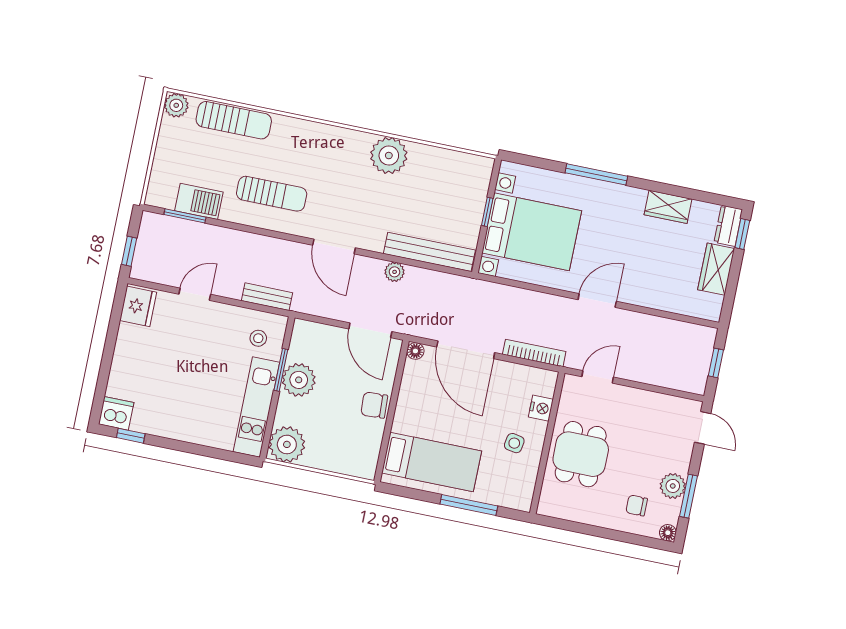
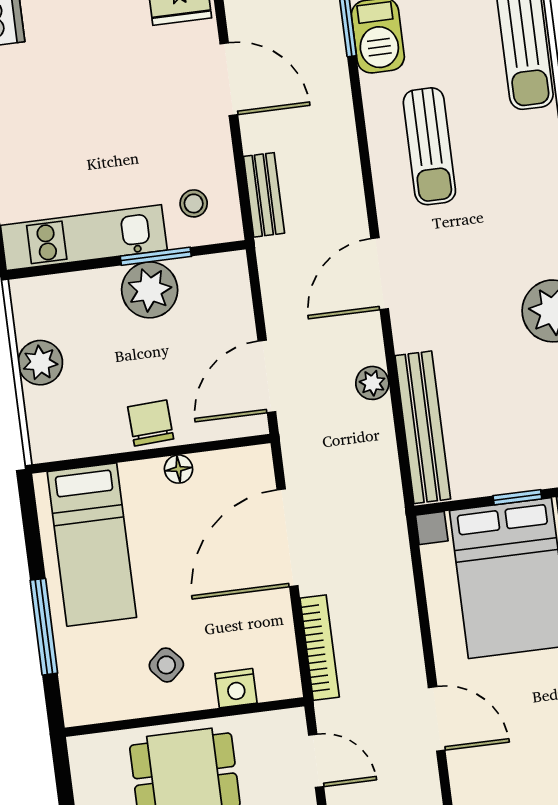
door: (195, 294) -> (229, 79), width x1.37
floor lamp: (415, 351) -> (179, 469), moved
side table: (514, 443) -> (166, 665), turned 38
plant: (287, 444) -> (40, 363), moved, width x0.73, depth x0.73

